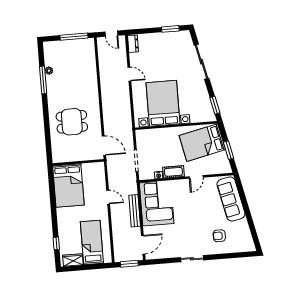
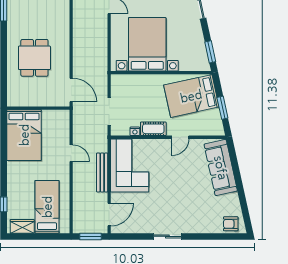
dining table: (72, 122) -> (34, 58), turned 90
armchair: (219, 236) -> (231, 224), moved

